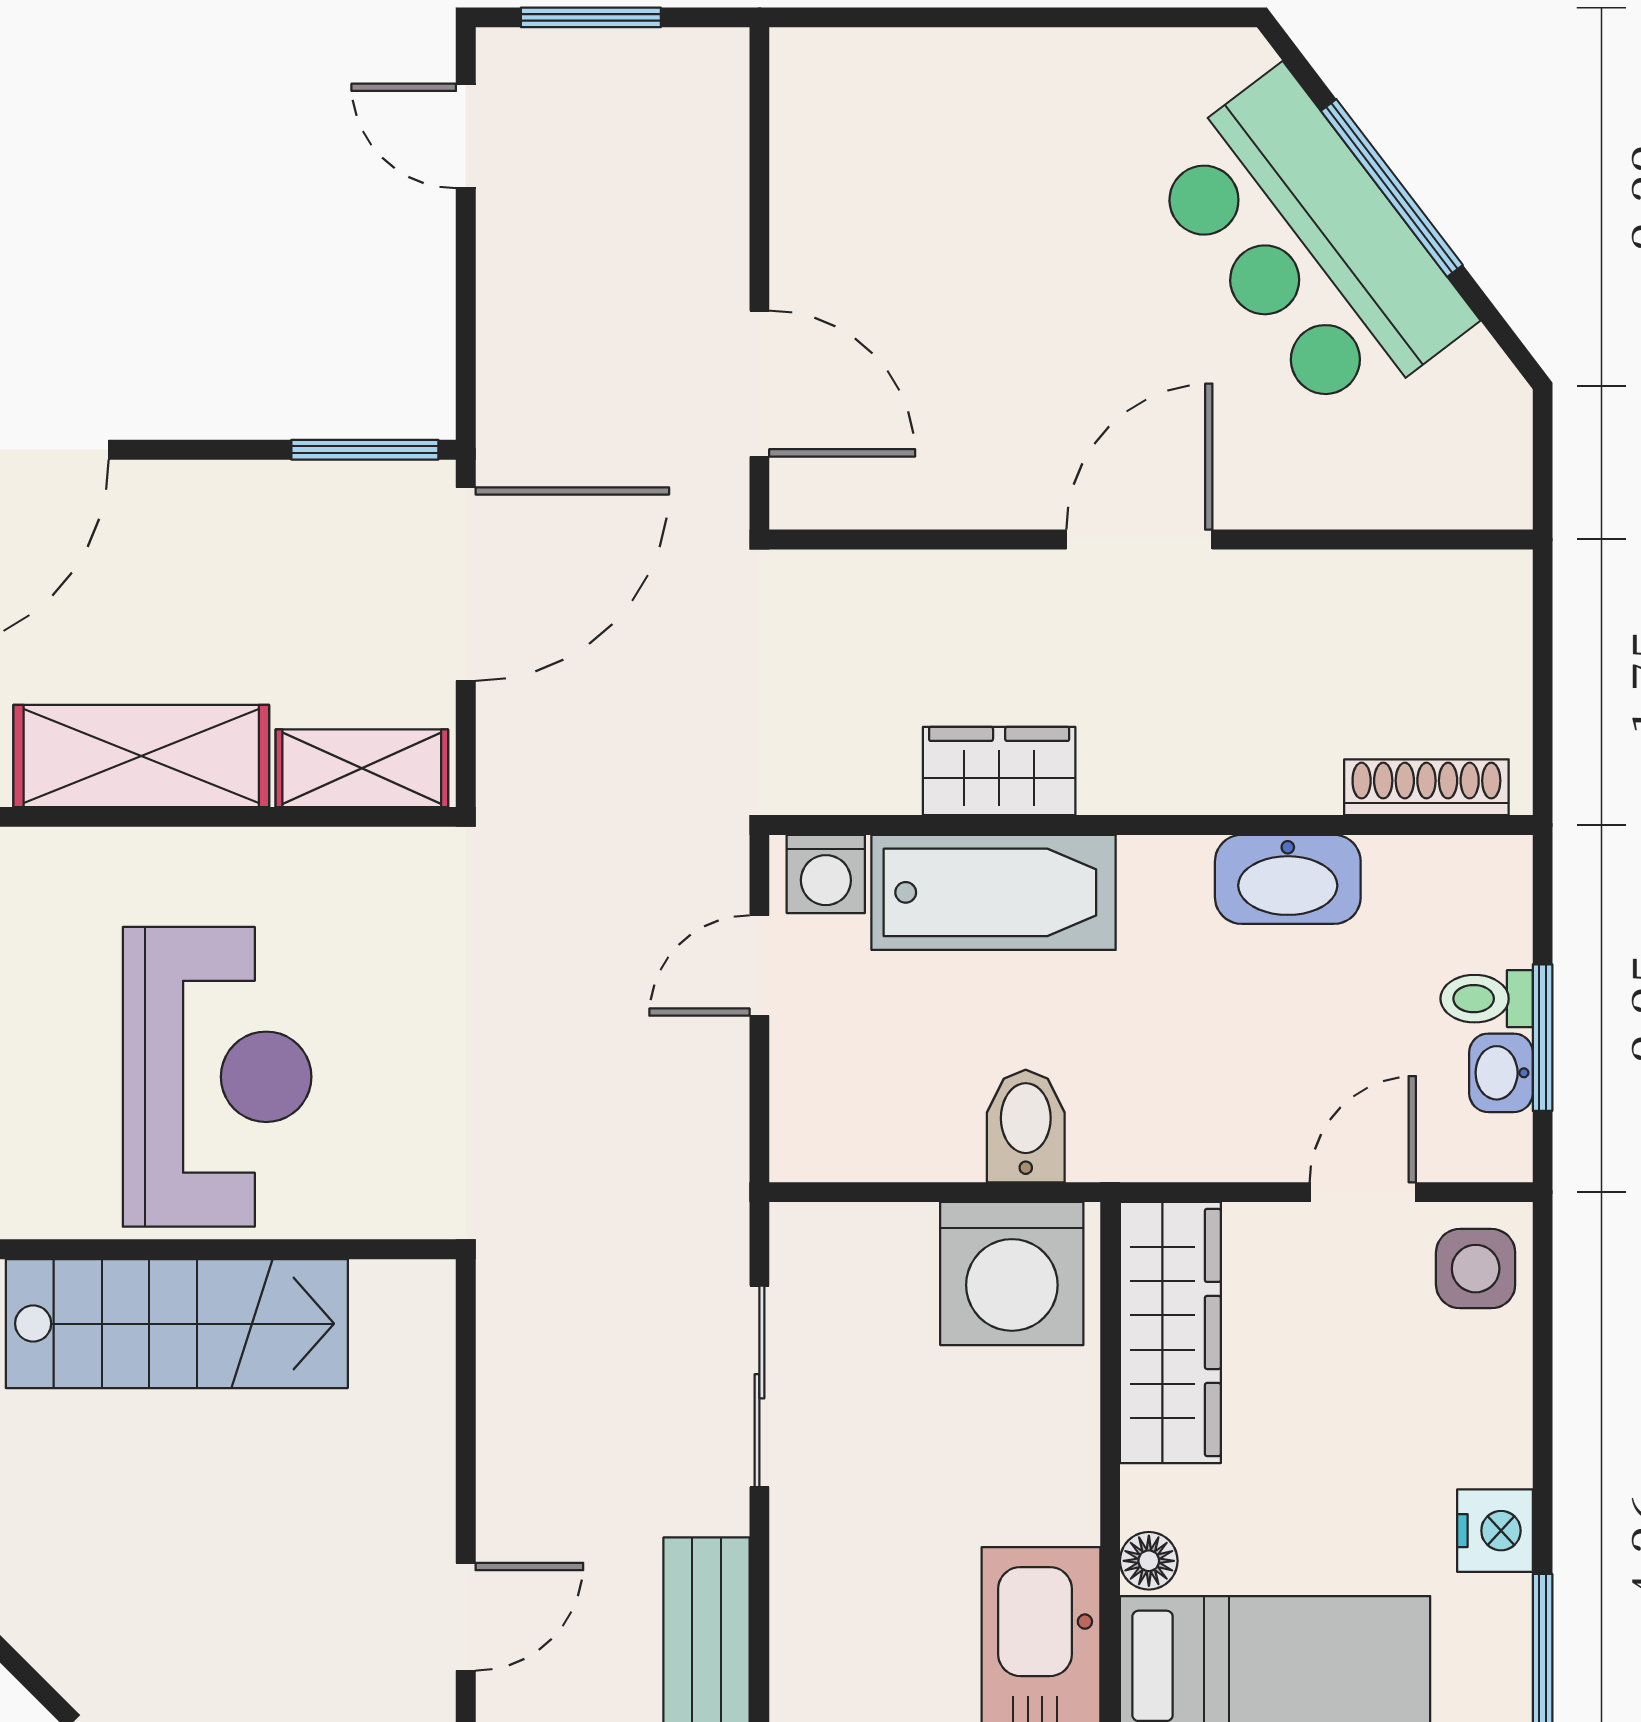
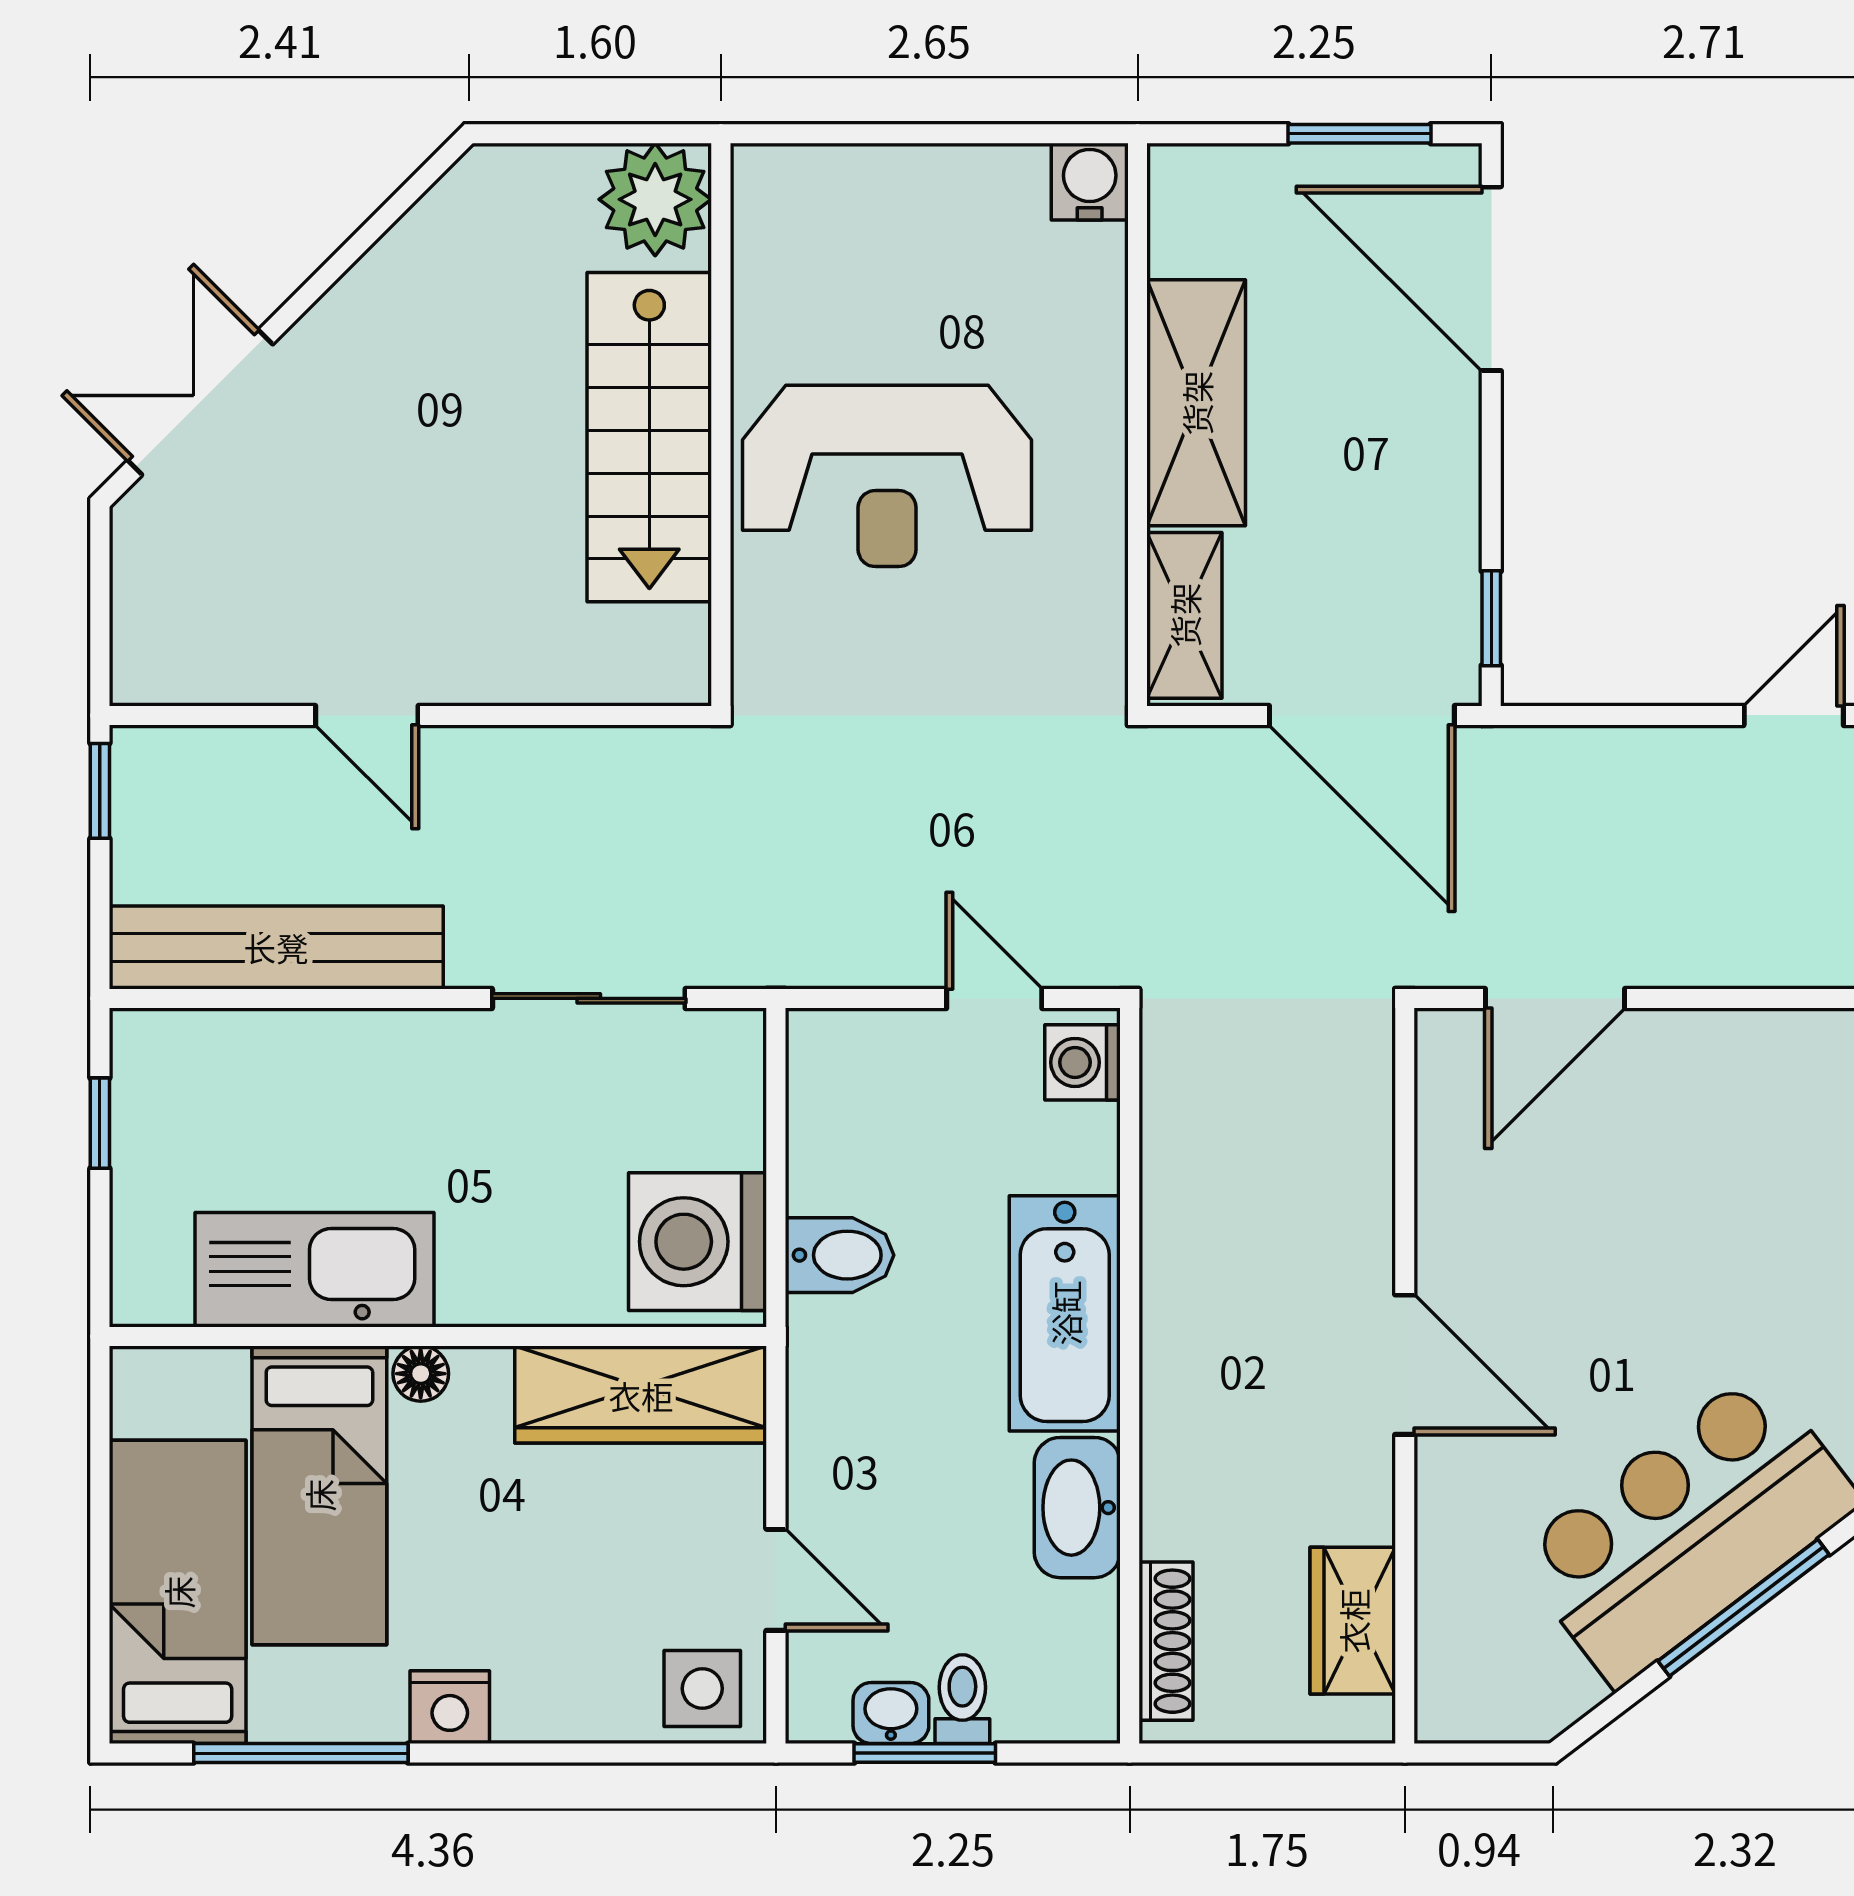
window: (365, 450) -> (1491, 618), width x0.67
wardrobe: (999, 771) -> (1353, 1621), moved, turned 180
bathtub: (994, 892) -> (1065, 1313), moved

